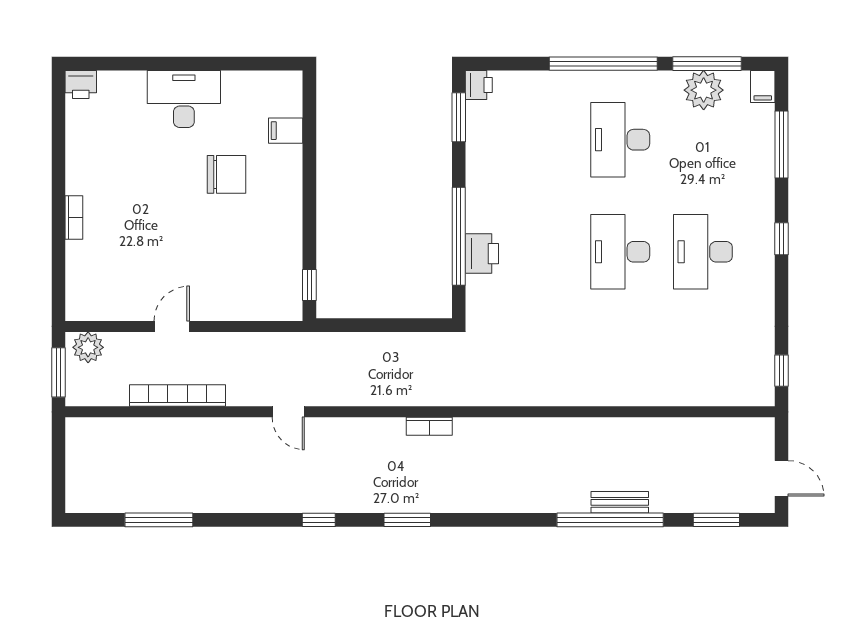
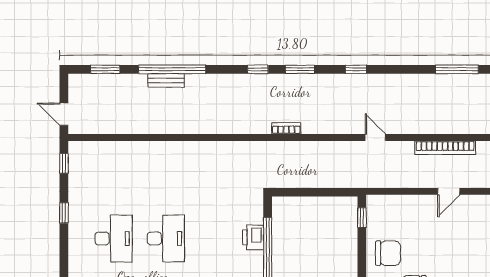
chair: (268, 228) -> (388, 253), added
window: (782, 239) -> (64, 213), moved
door: (782, 478) -> (64, 114), moved
window: (474, 520) -> (258, 69), added

